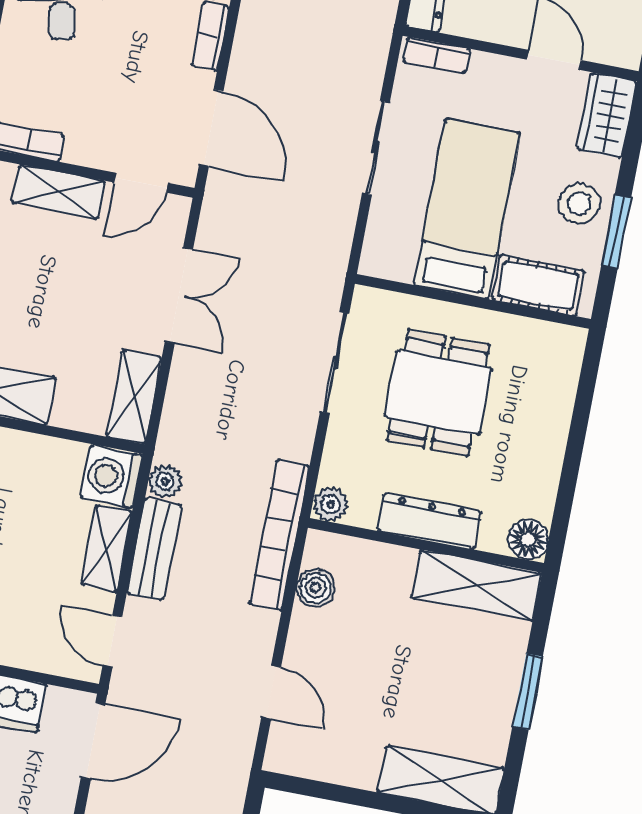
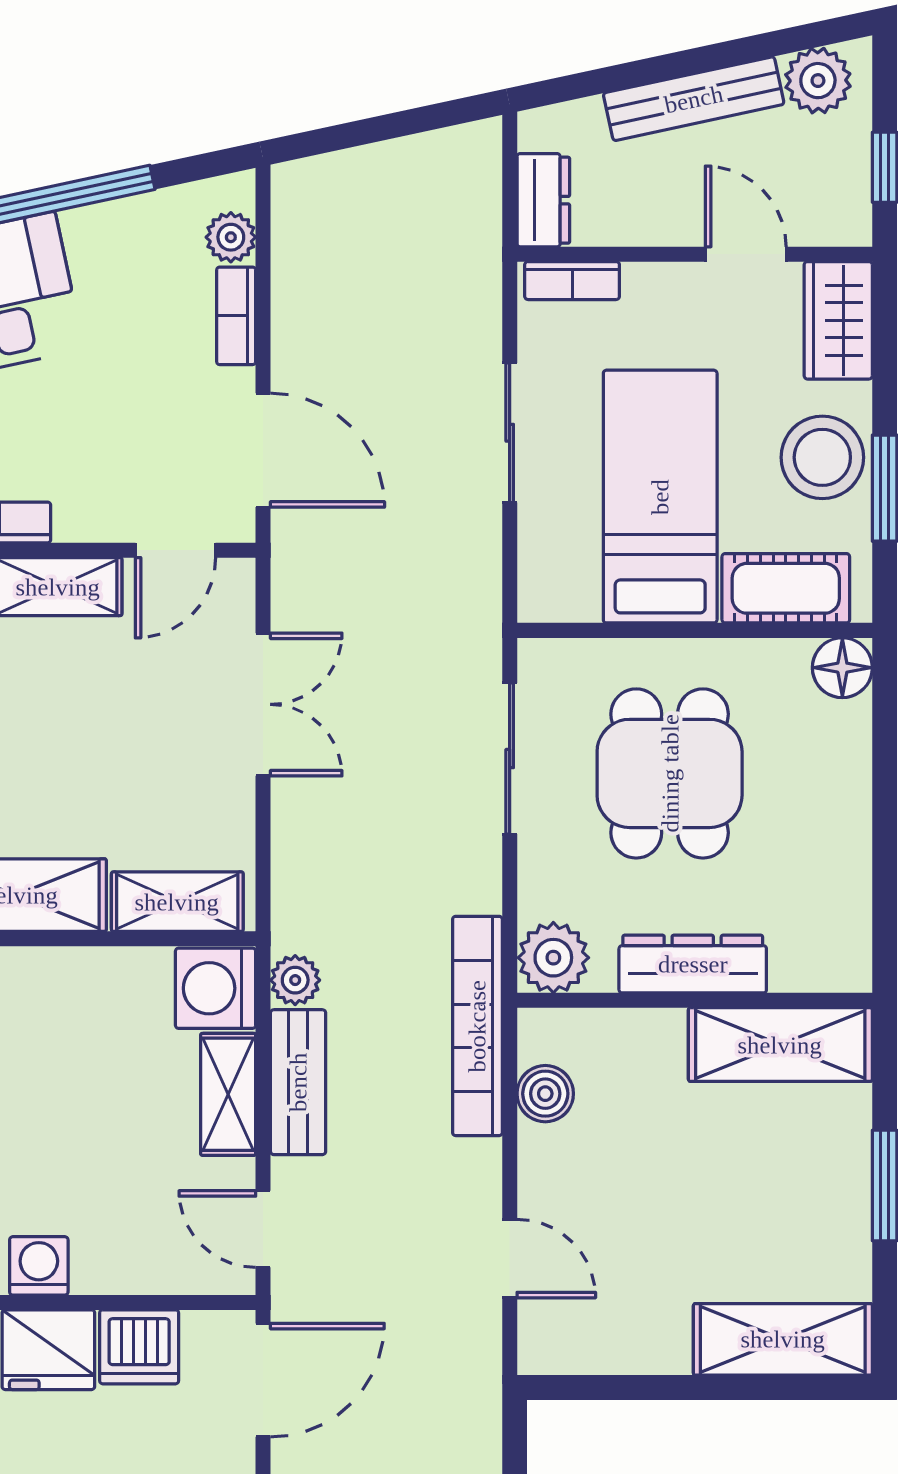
stool: (579, 204) -> (822, 457), width x1.38, depth x1.38
shelving: (134, 397) -> (177, 902), moved, turned 90
plant: (331, 504) -> (553, 958), width x1.38, depth x1.38
floor lamp: (528, 539) -> (842, 668), moved

